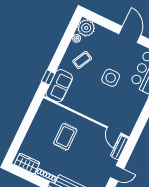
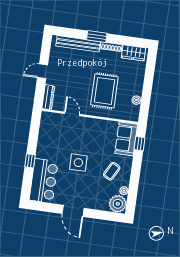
plant: (38, 119) -> (136, 100), added
door: (114, 131) -> (72, 114), moved
rug: (65, 137) -> (104, 91), width x1.36, depth x1.43

